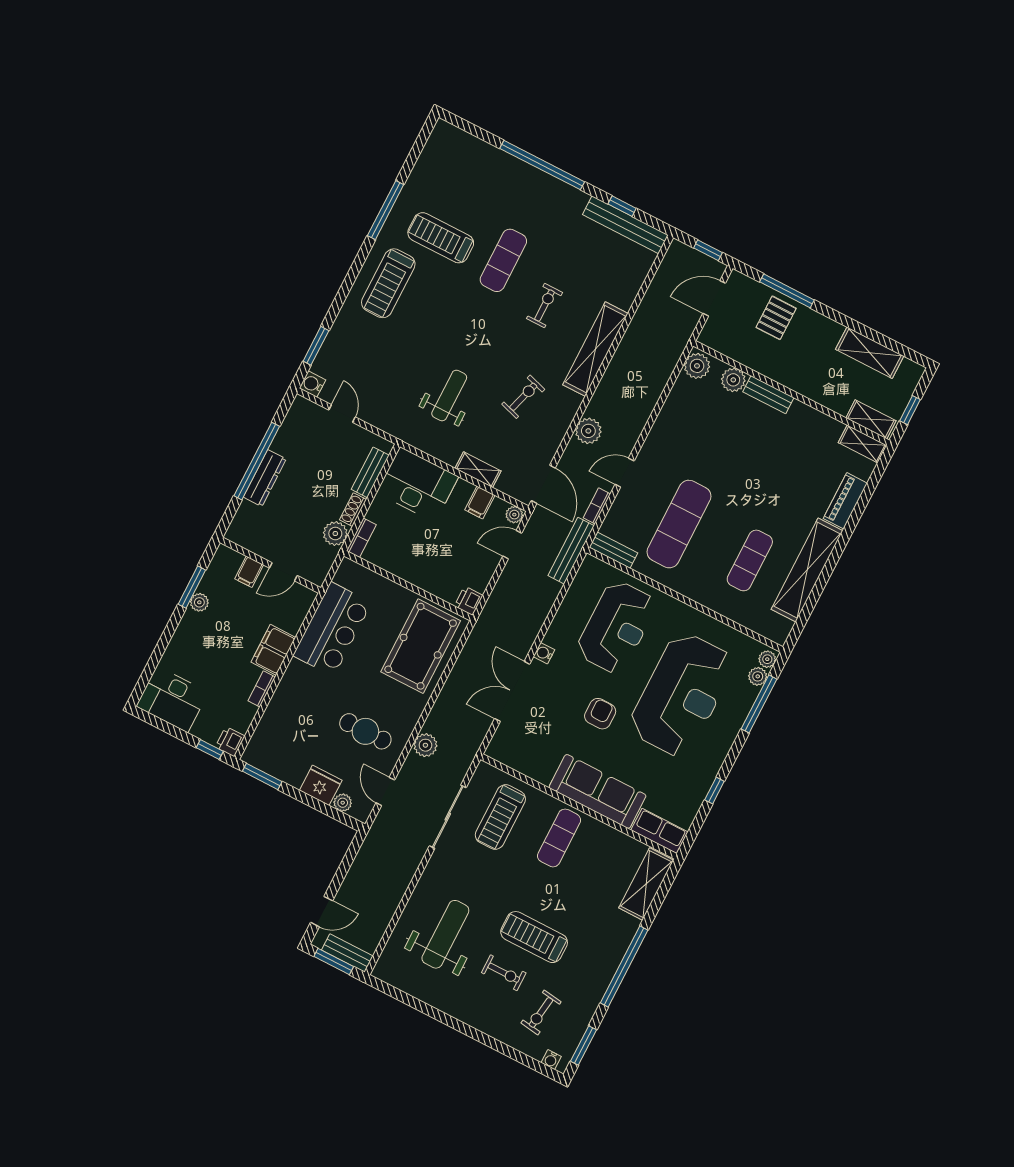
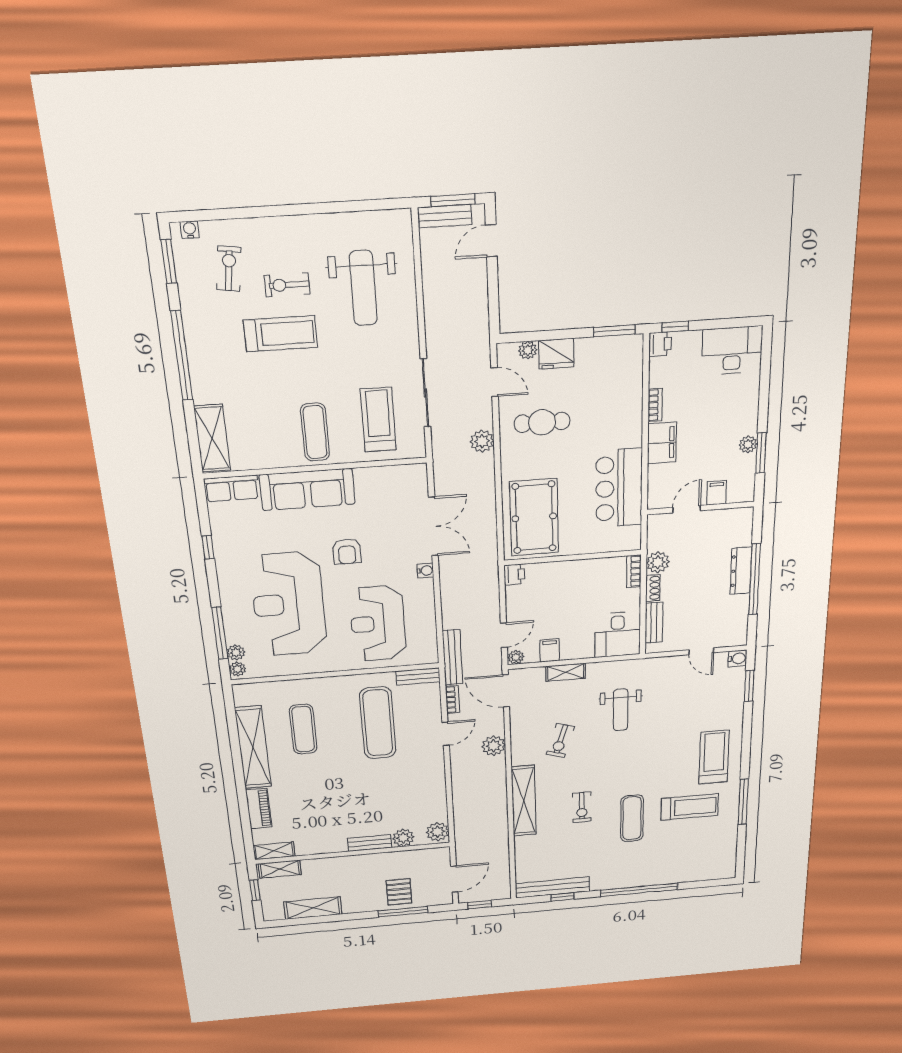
desk: (418, 485) -> (618, 634), width x0.73

